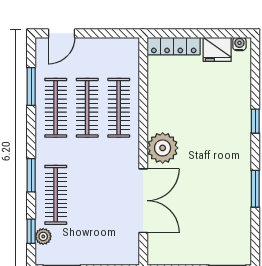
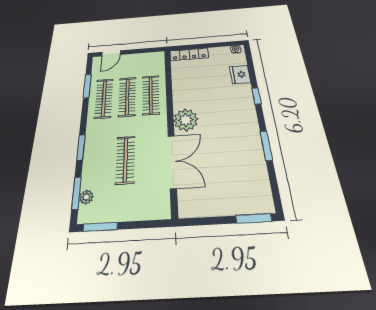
fridge: (217, 49) -> (240, 75), moved, turned 90
clothes rail: (56, 195) -> (125, 160), moved
window: (31, 231) -> (76, 193), width x1.50

